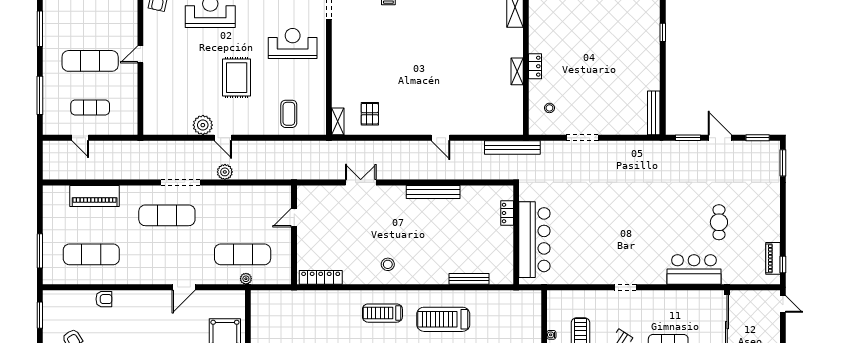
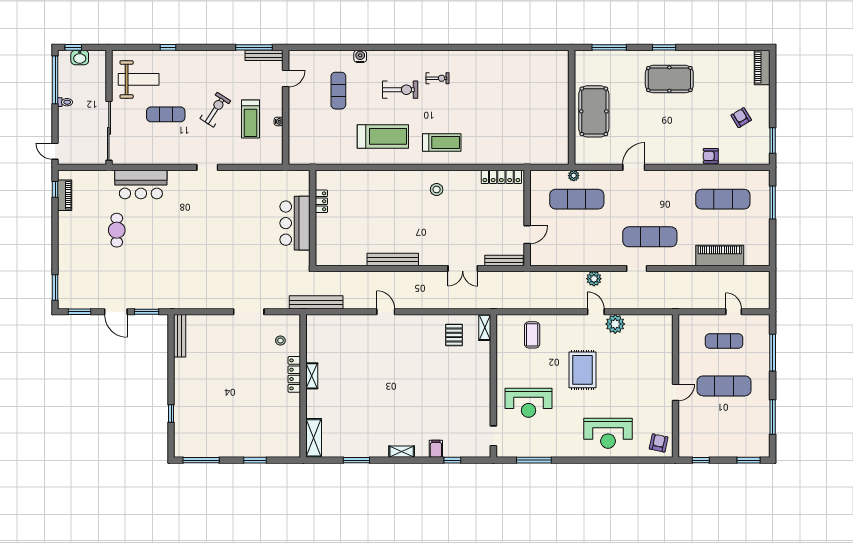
locker: (535, 66) -> (294, 374), width x1.53
doorway: (181, 182) -> (637, 269), width x0.53
locker: (507, 213) -> (321, 201), moved
bar counter: (534, 240) -> (295, 223), width x0.73
bench: (469, 279) -> (504, 260), moved

